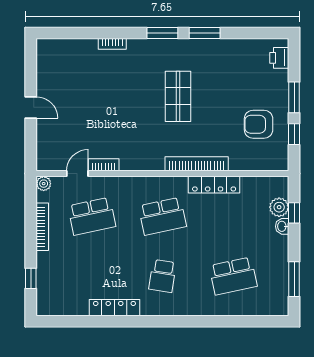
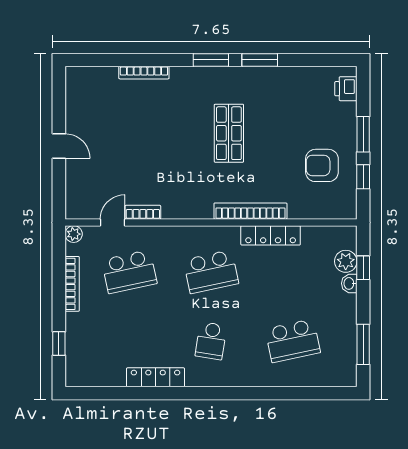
bookcase: (112, 44) -> (144, 73), width x1.56

